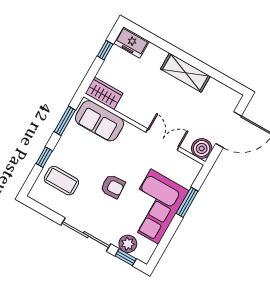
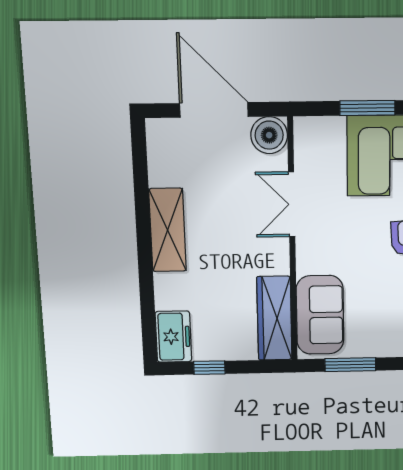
wardrobe: (104, 93) -> (274, 318), width x1.50

